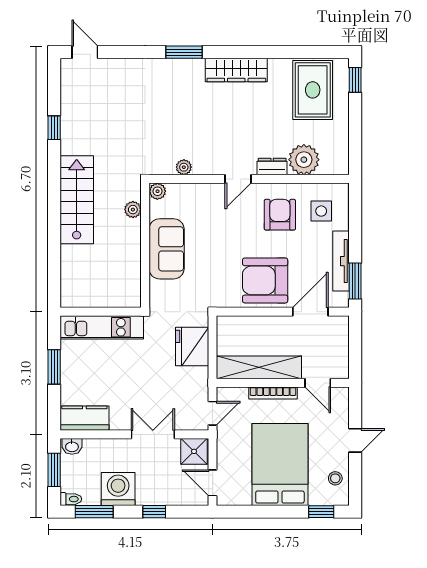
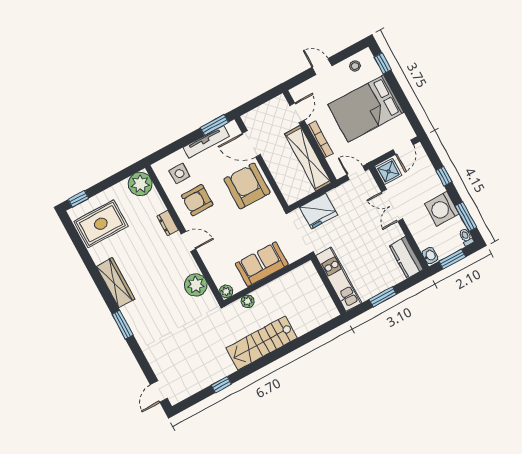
plant: (304, 160) -> (140, 184), moved
plant: (184, 167) -> (196, 285), width x1.87, depth x1.87
armchair: (265, 280) -> (247, 186), turned 180

